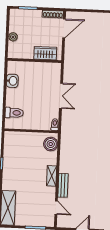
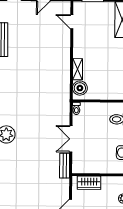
shelving: (52, 176) -> (78, 69), moved
bench: (63, 185) -> (65, 166), moved

